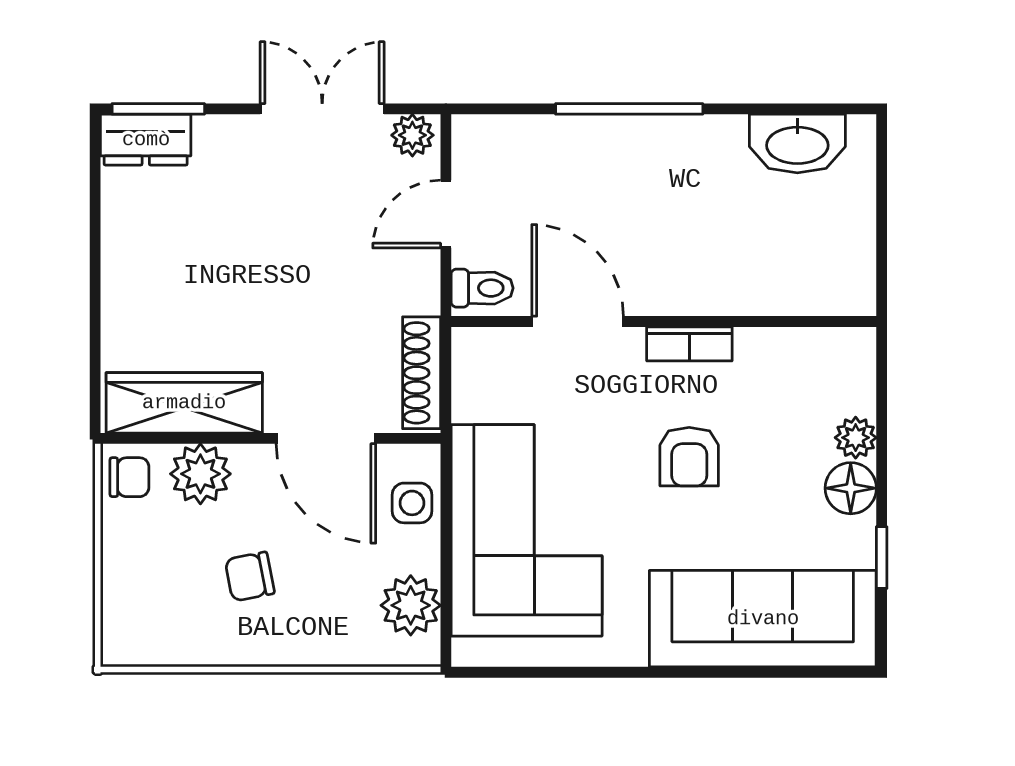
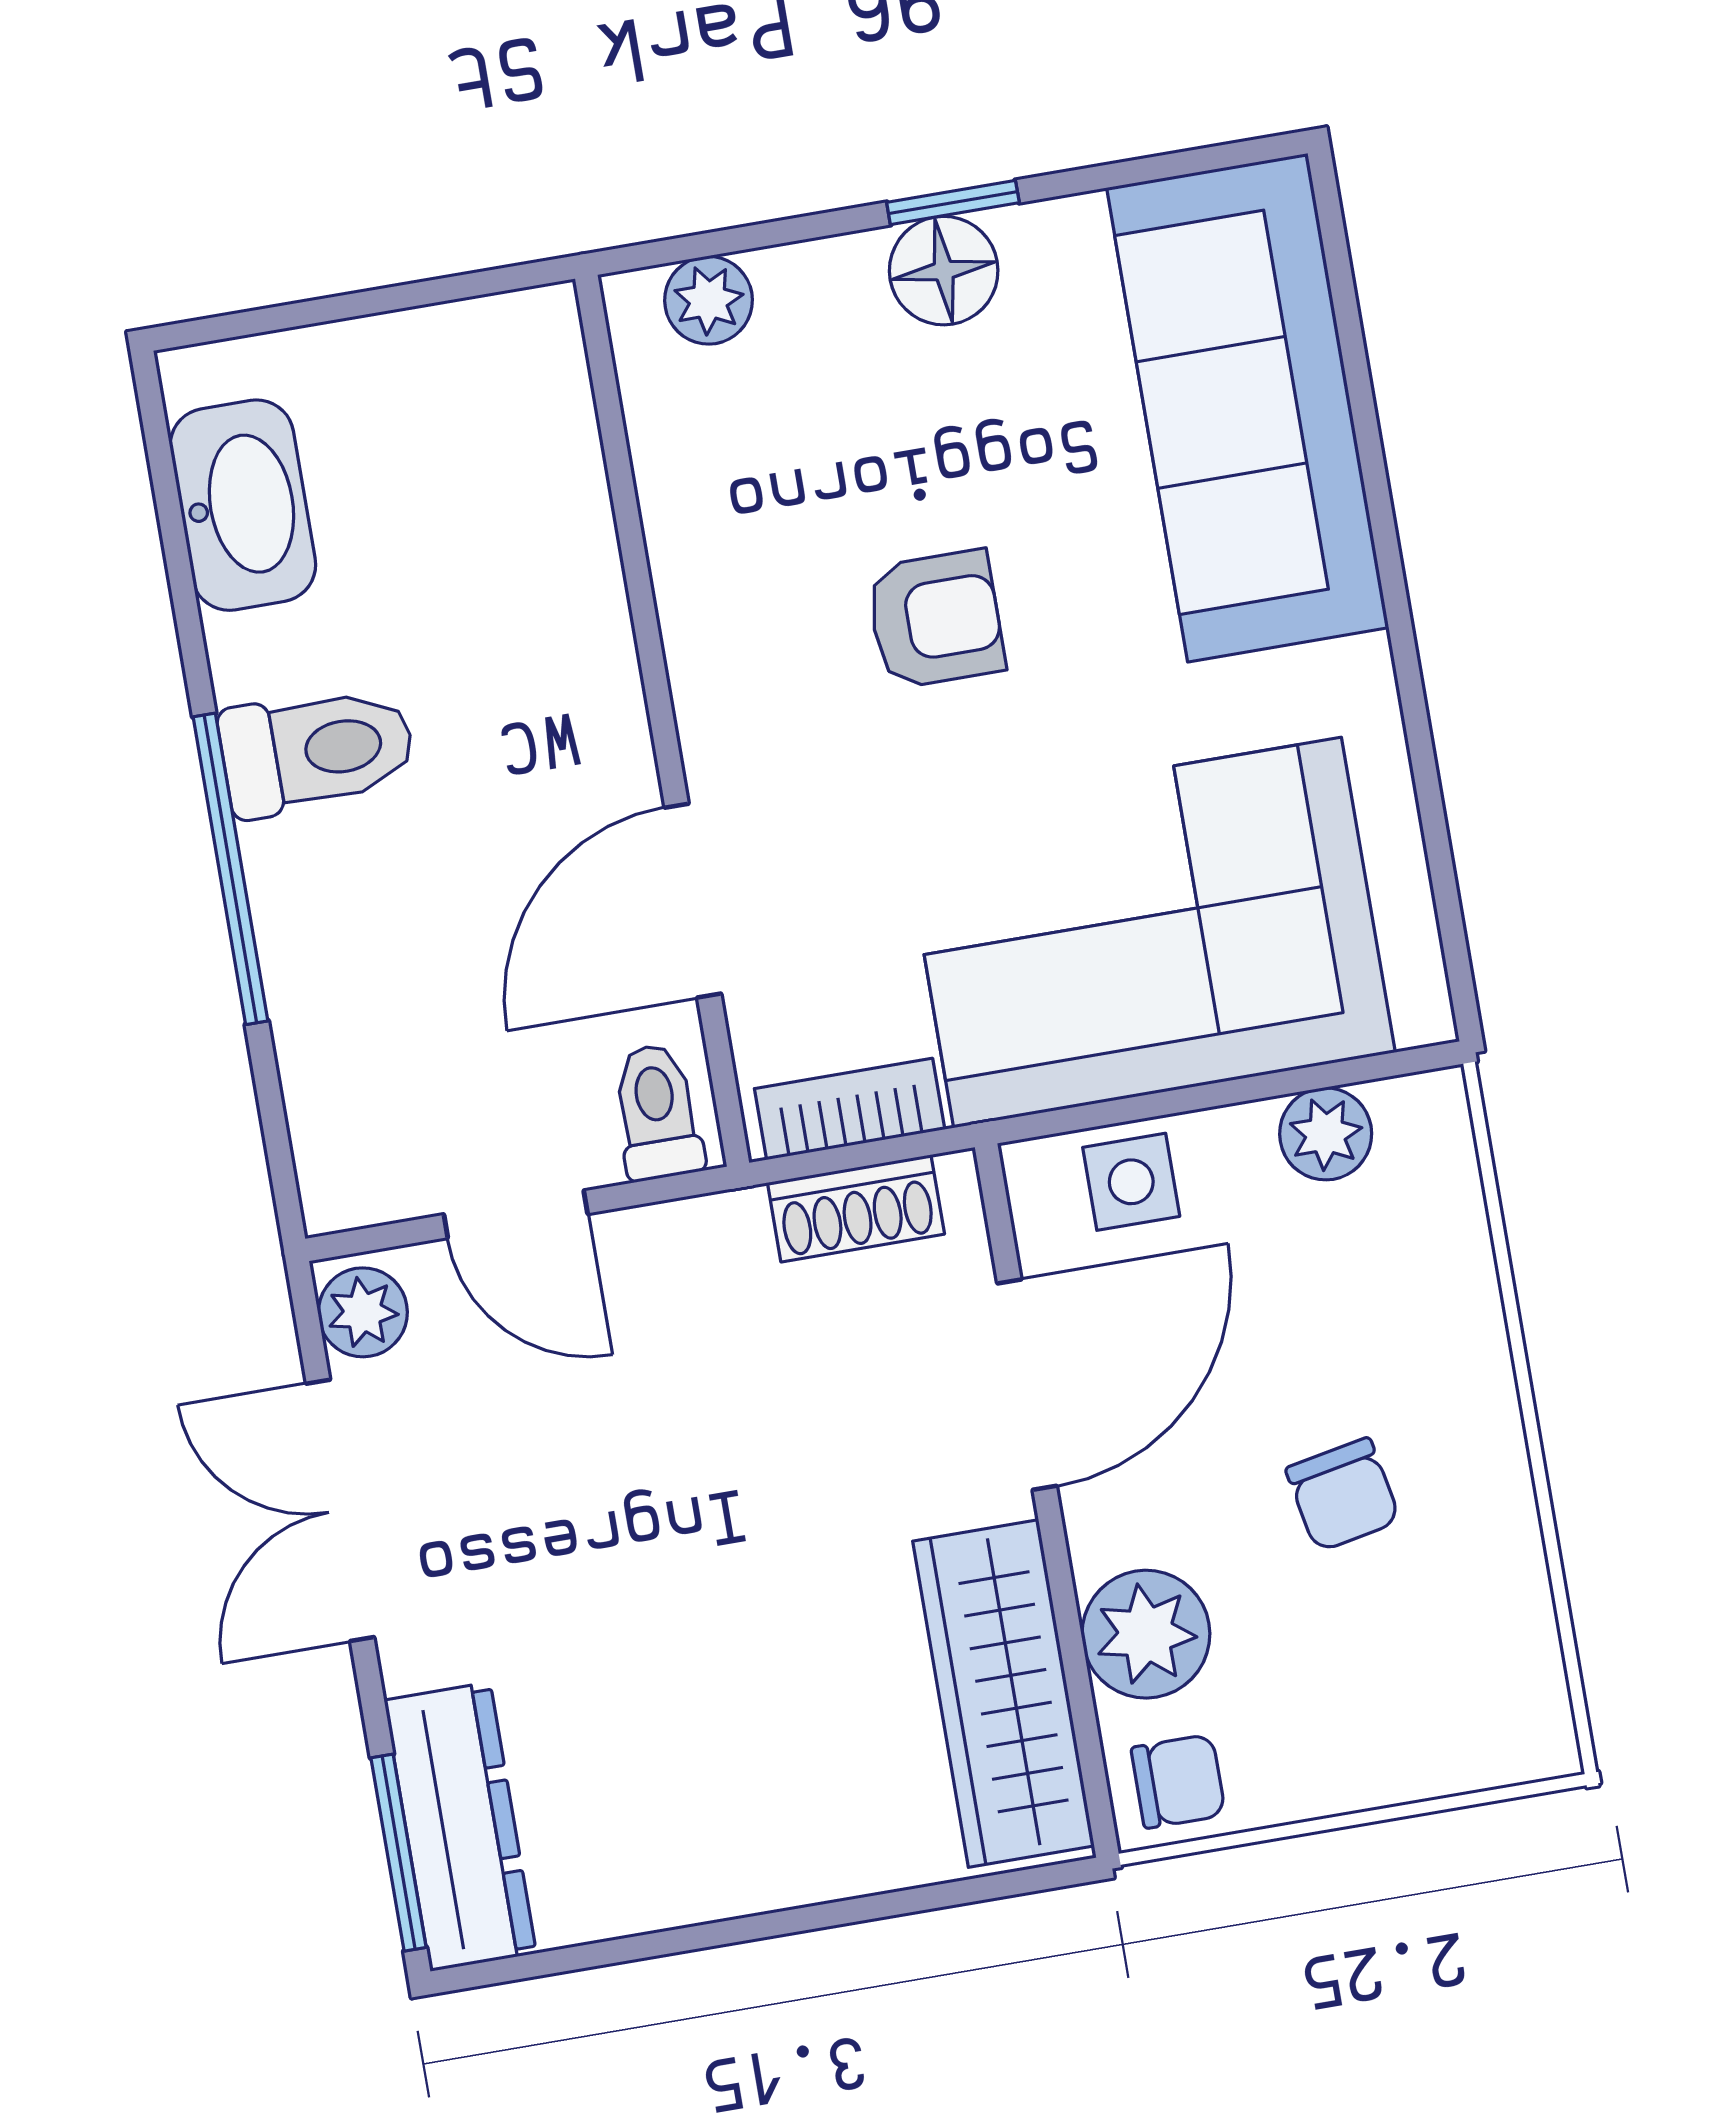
dresser: (146, 140) -> (460, 1827), width x1.44
toilet: (677, 159) -> (317, 751), added
bookcase: (689, 344) -> (850, 1109), moved, turned -90
shoe rack: (422, 373) -> (856, 1208), width x0.70
plant: (856, 438) -> (709, 300), moved
chair: (129, 477) -> (1178, 1781), turned 90
window: (882, 558) -> (953, 203), moved
plant: (411, 605) -> (1326, 1134), width x0.73, depth x0.73

